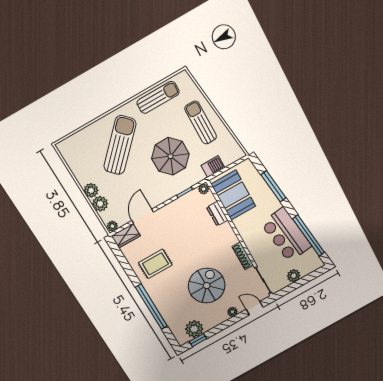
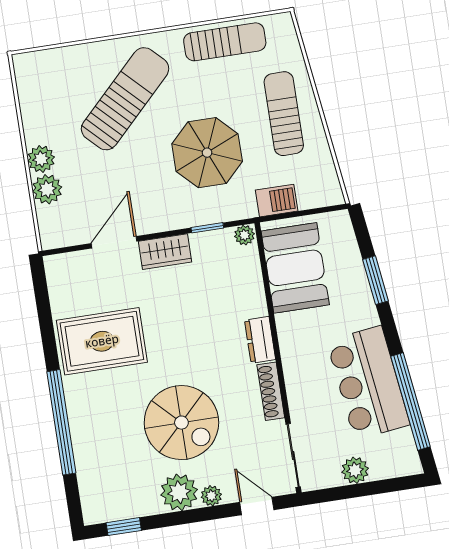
window: (273, 186) -> (375, 280), width x0.69
dresser: (217, 214) -> (260, 340), moved
plant: (112, 226) -> (52, 239), removed
wardrobe: (126, 236) -> (165, 252), moved
rug: (155, 264) -> (102, 341), width x1.36, depth x1.43
spiral stairs: (207, 286) -> (181, 423), turned 90
plant: (194, 329) -> (179, 492), moved

